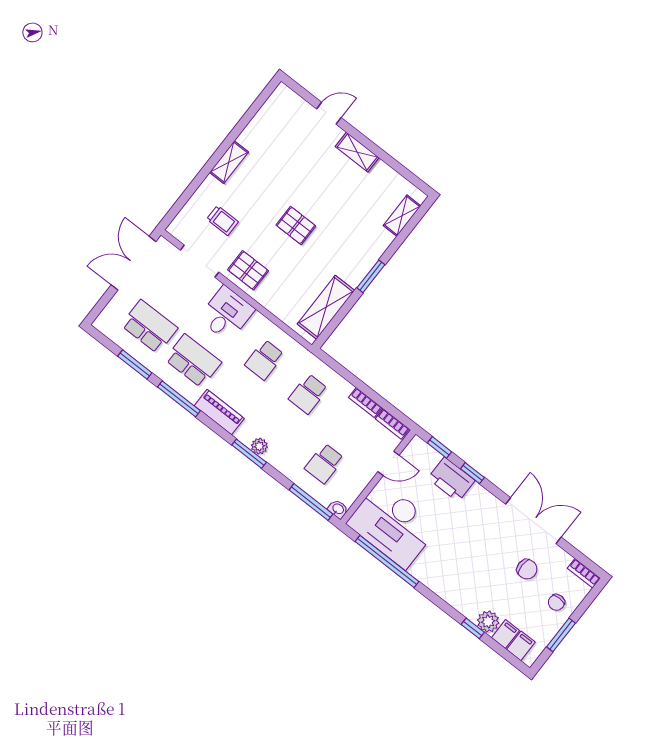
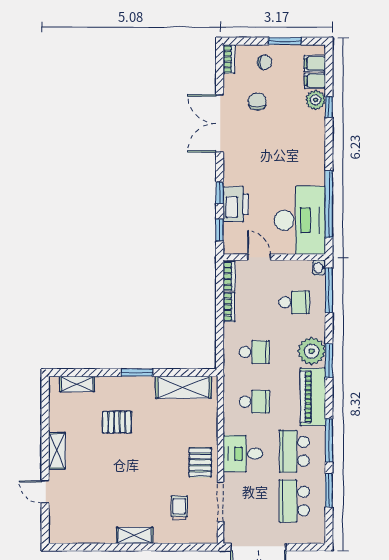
pallet: (296, 226) -> (117, 422), moved, turned 90
piano: (219, 412) -> (313, 397), width x1.37, depth x1.33
plant: (259, 446) -> (311, 351), width x1.88, depth x1.88

